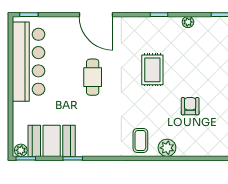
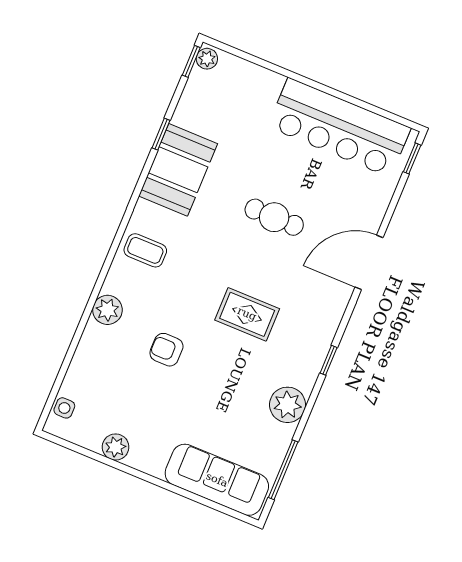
plant: (188, 22) -> (288, 405), width x1.87, depth x1.87
armchair: (190, 106) -> (166, 350), turned 180
booth: (52, 141) -> (178, 170), moved
plant: (167, 148) -> (107, 310), moved

